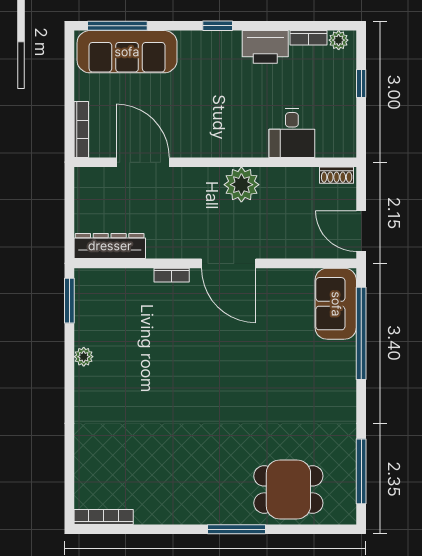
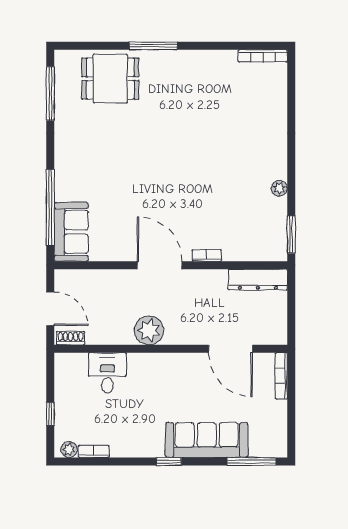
printer: (265, 47) -> (129, 444), removed
sofa: (127, 52) -> (207, 440), moved
door: (361, 231) -> (50, 309), moved

